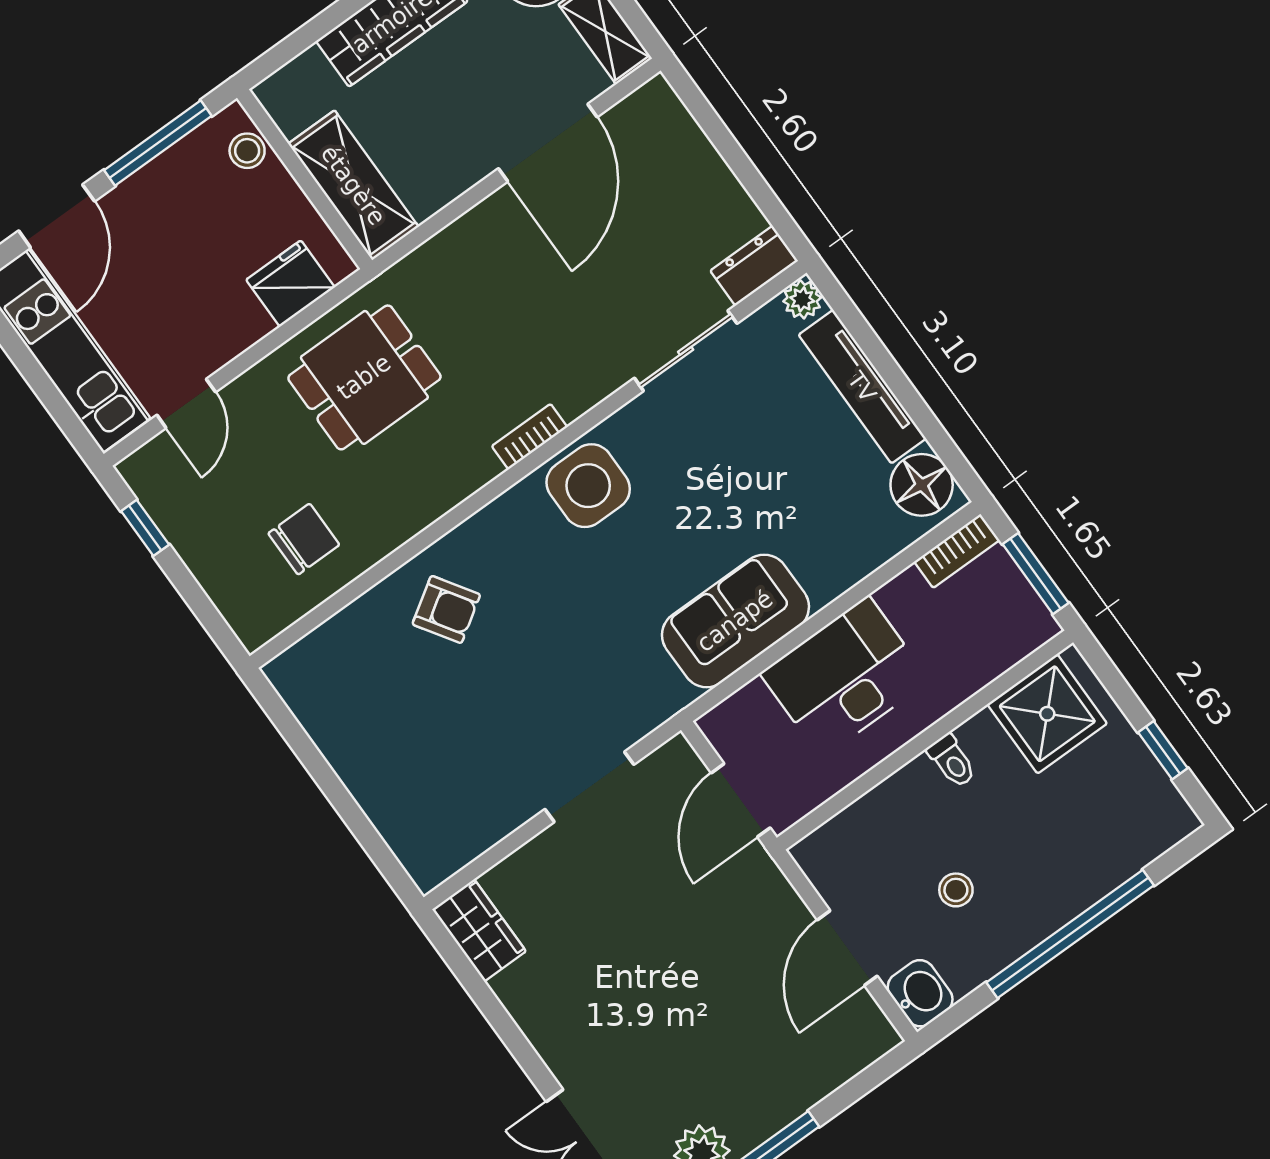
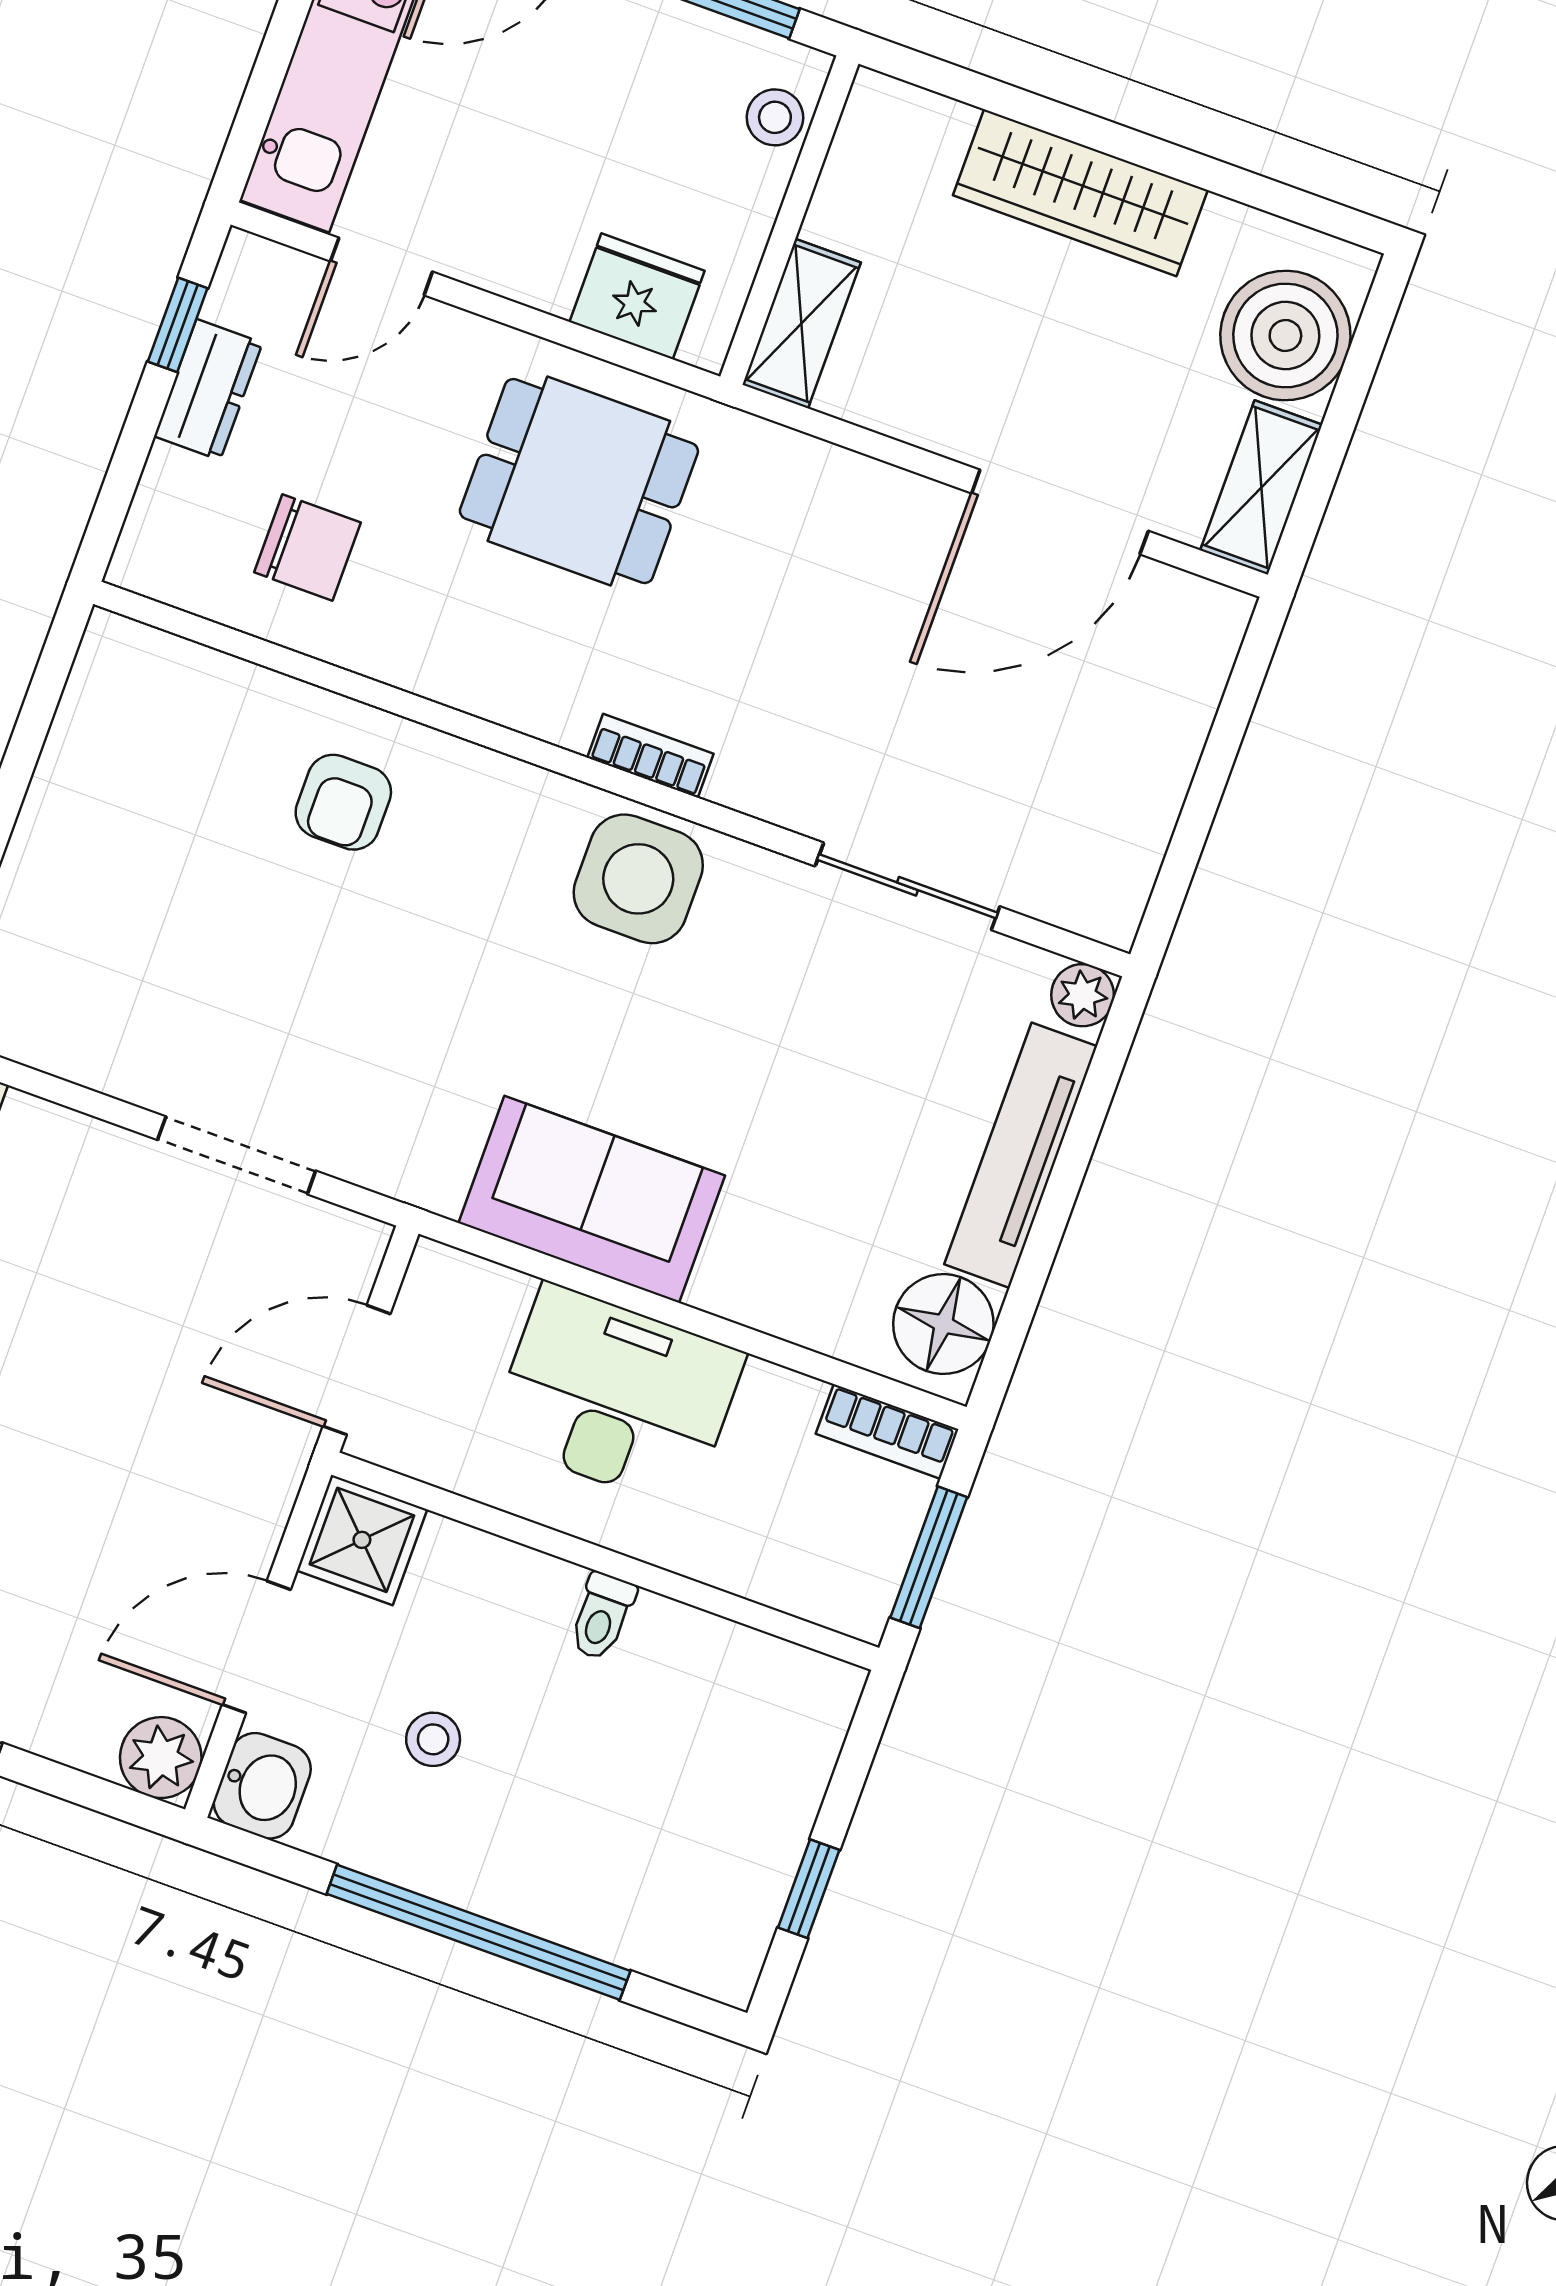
shelving: (353, 185) -> (802, 324), width x0.67, depth x0.75
dresser: (754, 266) -> (208, 390), moved, turned 90
armchair: (446, 609) -> (343, 802), turned 33
shower: (1047, 714) -> (362, 1540), moved, width x0.73, depth x0.73
plant: (870, 1035) -> (161, 1758), added

